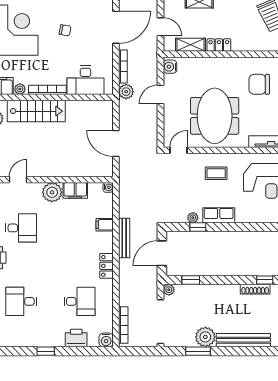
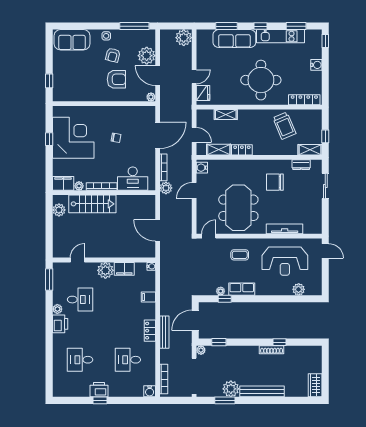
bench: (124, 238) -> (164, 332), moved
desk: (80, 301) -> (128, 360), turned 180
printer: (76, 338) -> (99, 390), moved

